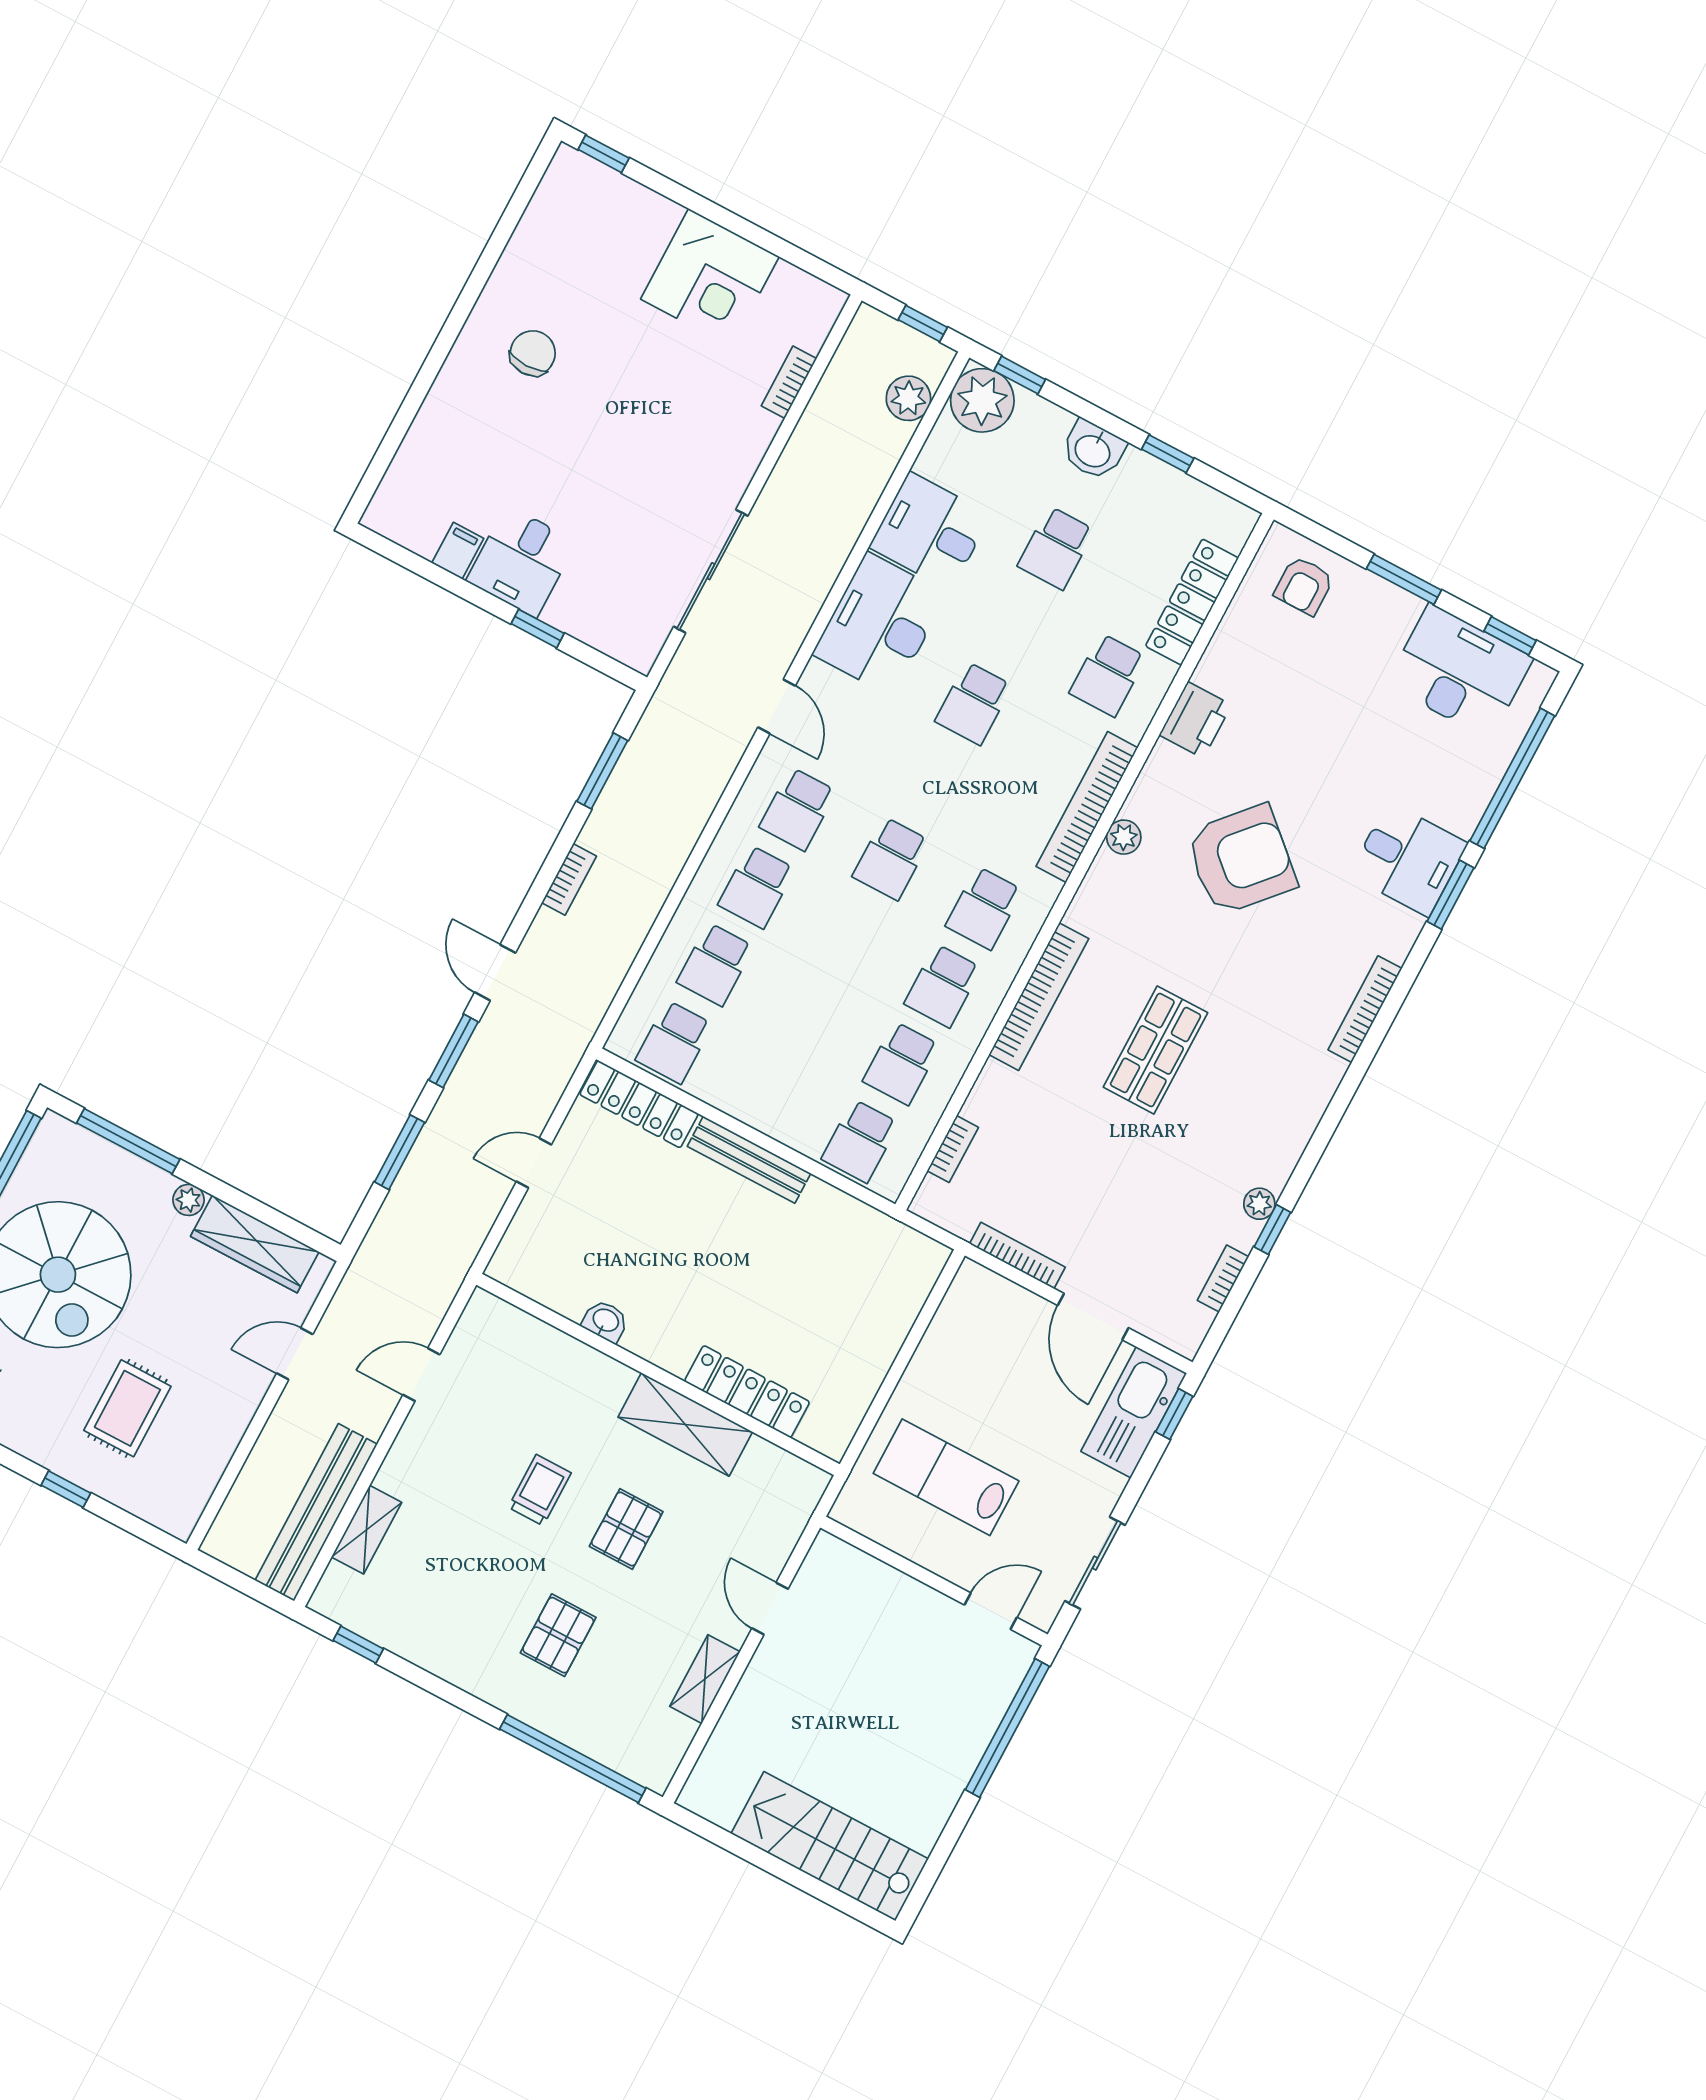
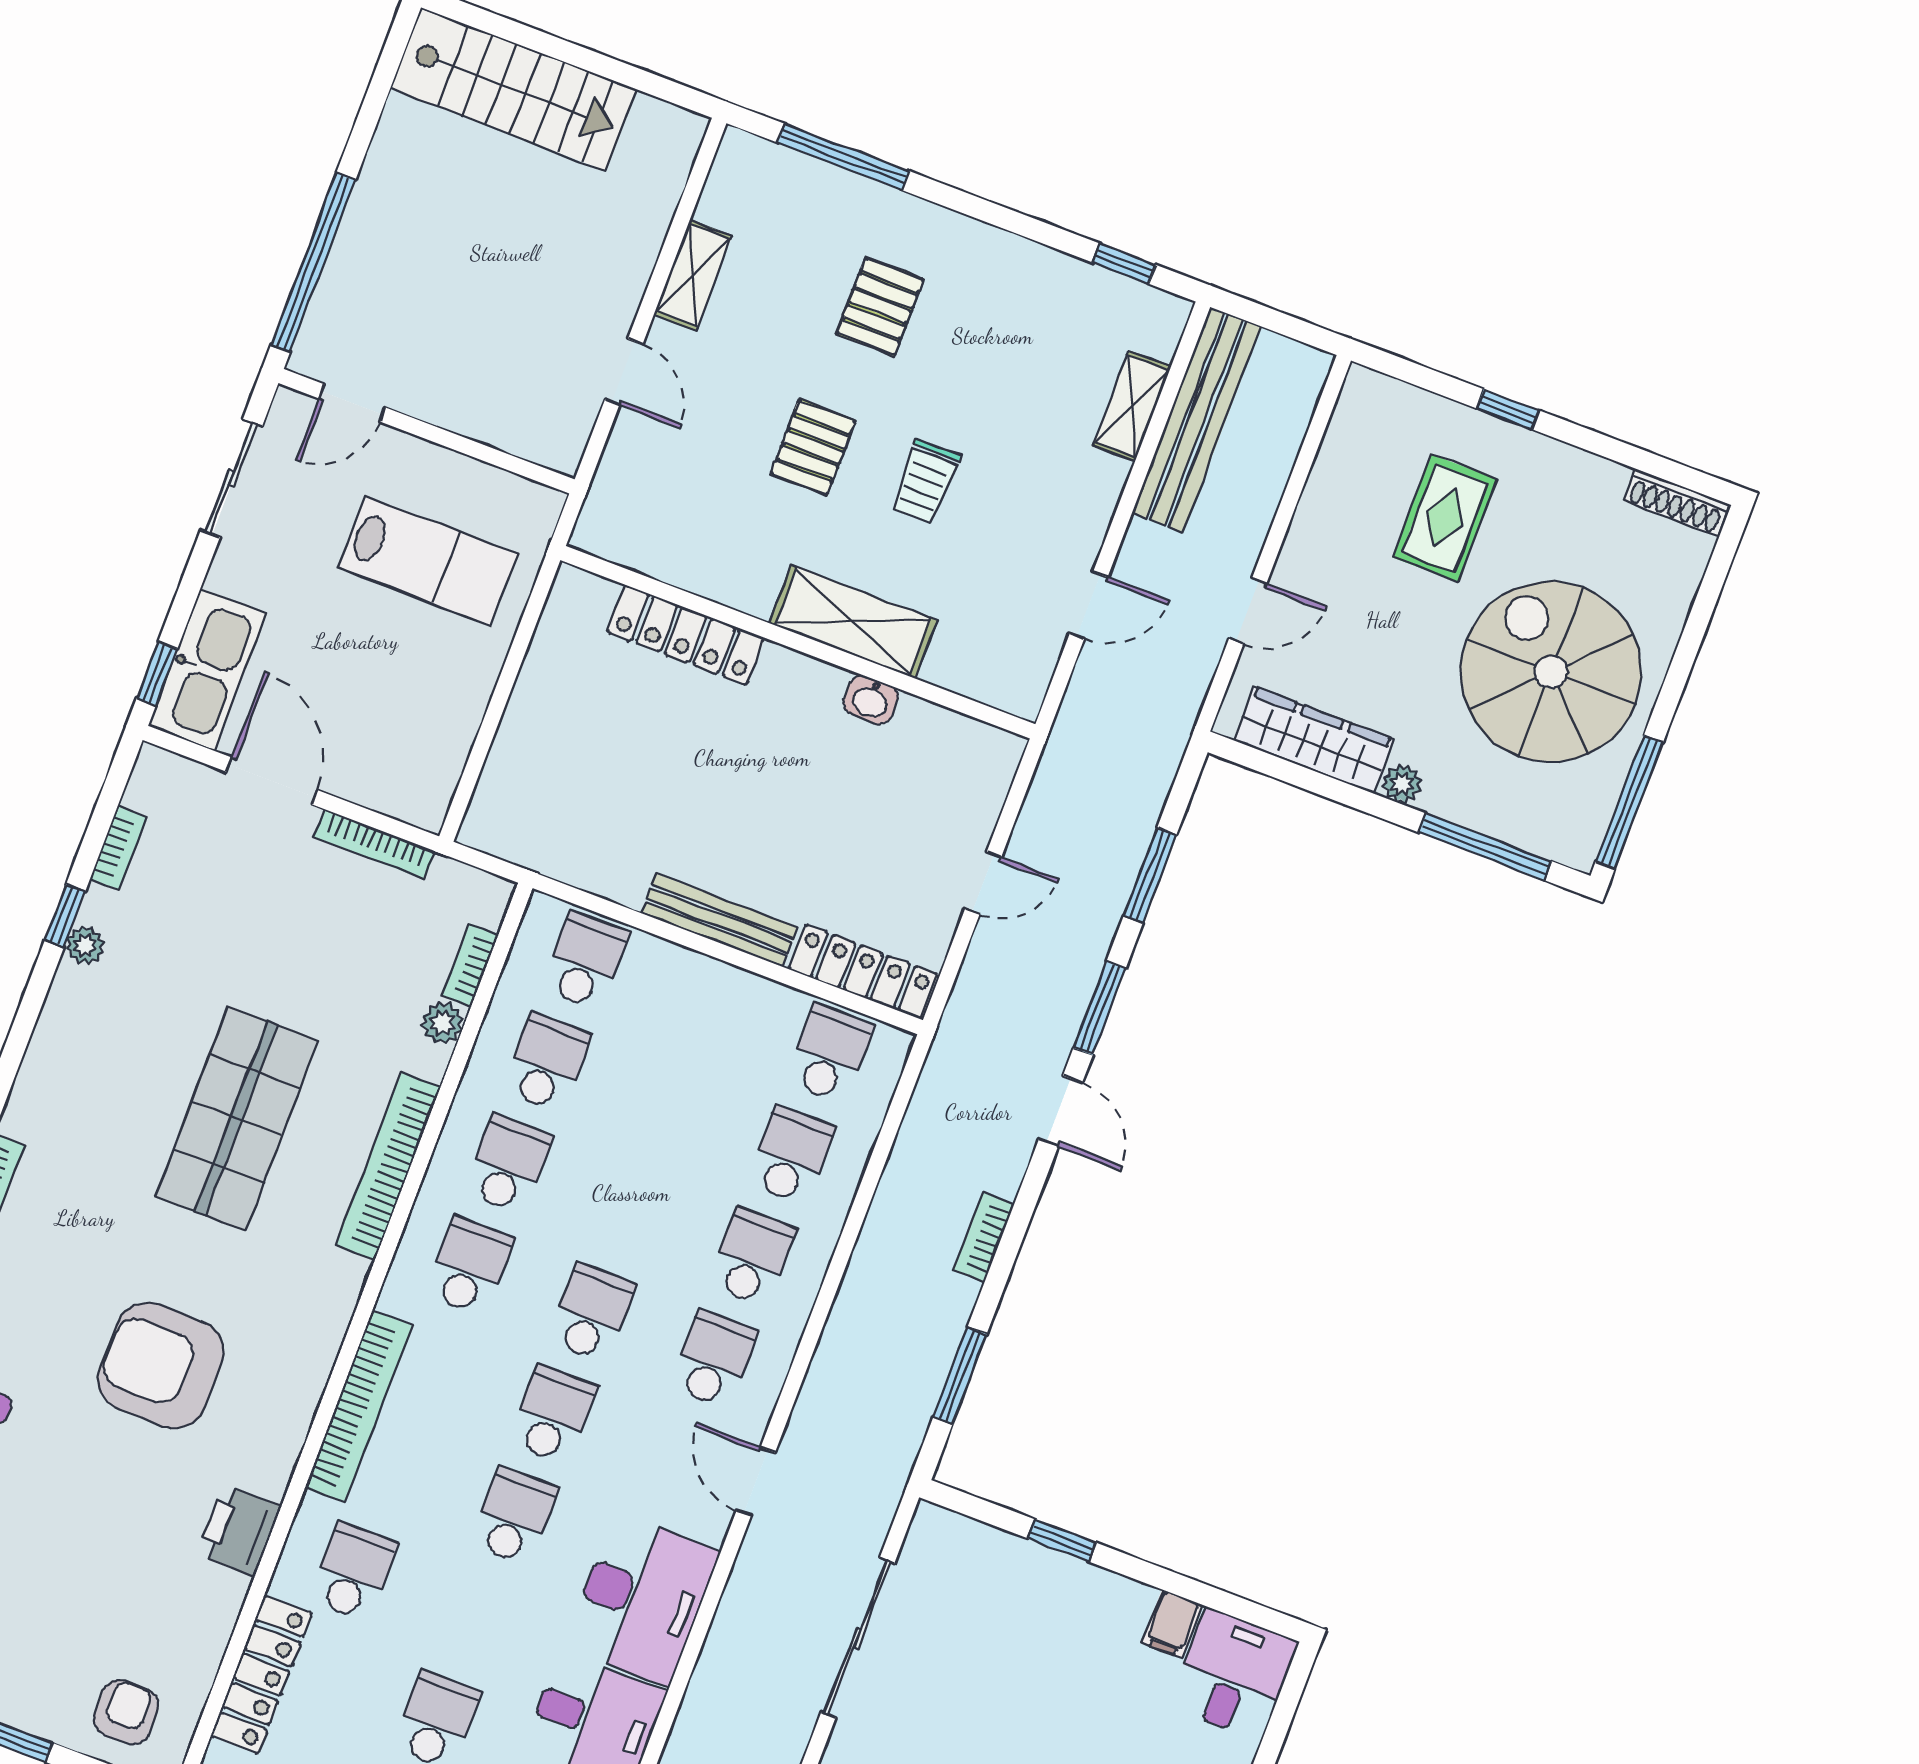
desk: (521, 561) -> (1234, 1674), moved
school desk: (932, 781) -> (553, 1414), added
plant: (1124, 837) -> (443, 1023), moved
armchair: (1241, 860) -> (161, 1365), turned 48
shop shelf: (1156, 1050) -> (237, 1118), width x1.43, depth x1.36
shelving: (685, 1424) -> (853, 622), moved
window: (573, 1759) -> (843, 157), width x0.68

